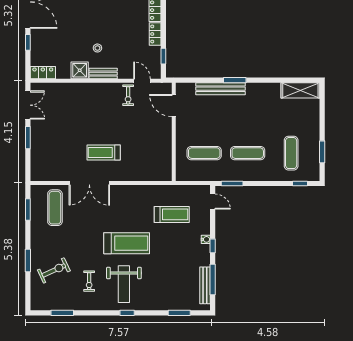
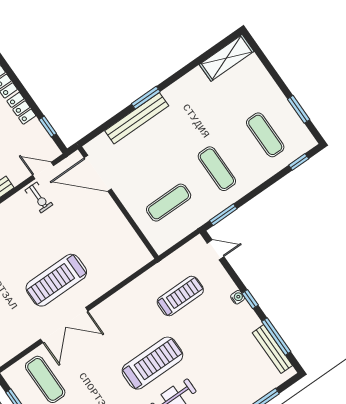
door: (174, 106) -> (98, 173), width x1.36
treadmill: (104, 153) -> (56, 280), width x1.37, depth x1.38
exercise mat: (248, 153) -> (217, 169), turned 90

